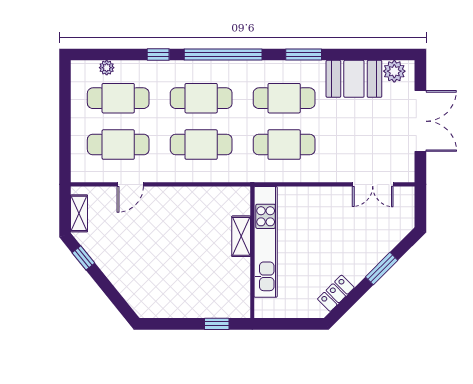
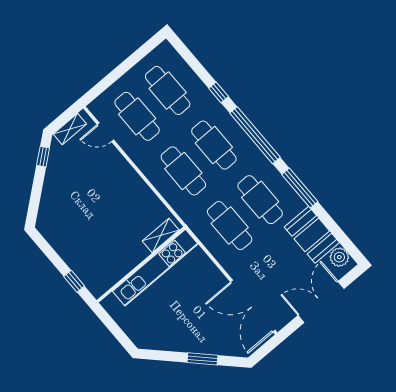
window: (304, 54) -> (300, 188), width x1.44
plant: (107, 68) -> (181, 66), removed
double door: (420, 121) -> (321, 302), swing flipped
door: (130, 184) -> (105, 132), moved
double door: (373, 184) -> (253, 306), width x1.87
shelving: (241, 236) -> (161, 235), moved
locker: (336, 293) -> (161, 343), removed

